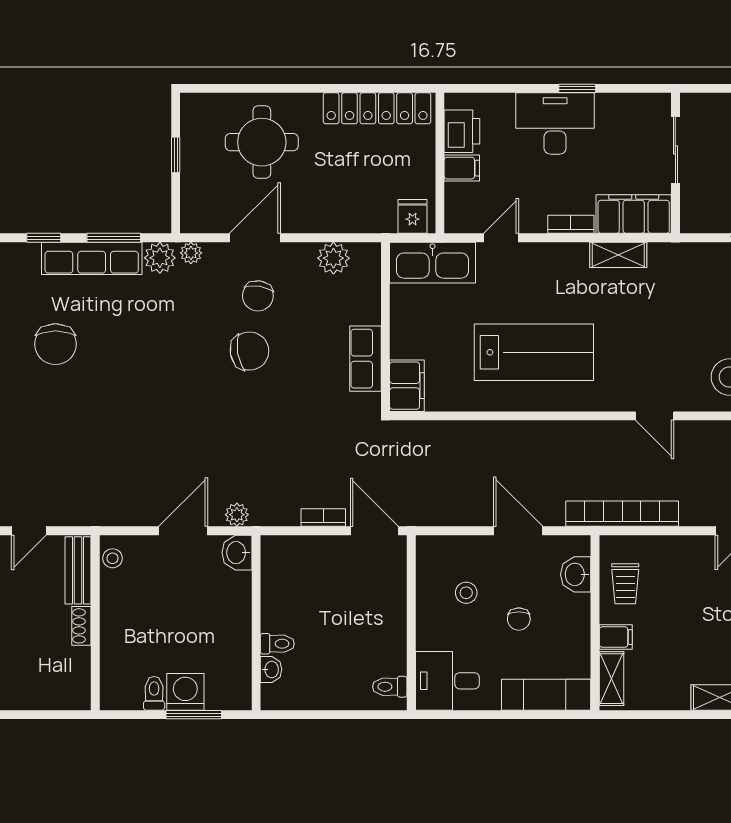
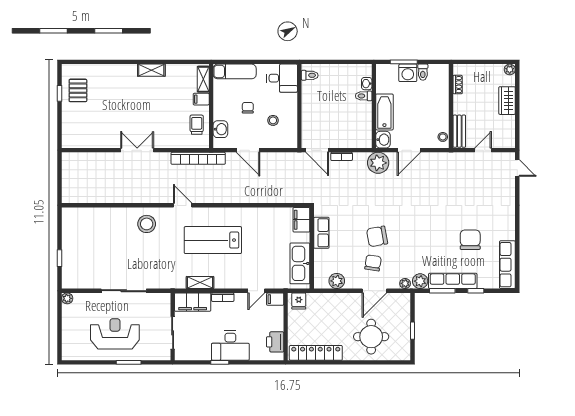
filing cabinet: (462, 168) -> (275, 299), moved
kitchen sink: (432, 263) -> (300, 263), moved, turned -90
lab bench: (534, 352) -> (213, 240), moved
plant: (237, 515) -> (378, 163), width x1.87, depth x1.87
bathtub: (234, 610) -> (384, 112), added
shoe rack: (81, 626) -> (458, 85), moved

